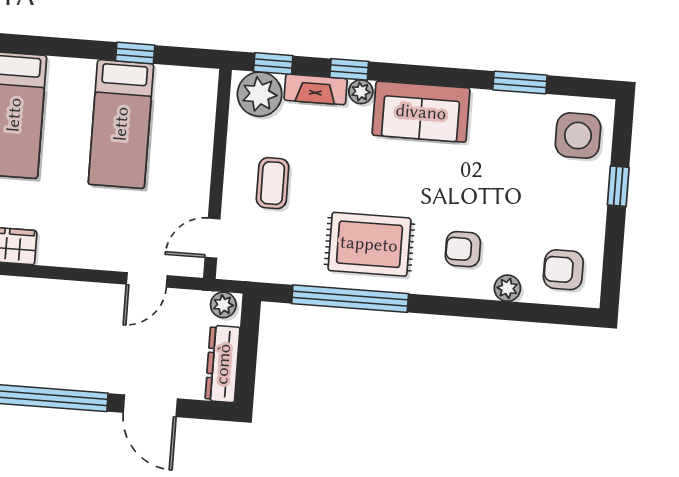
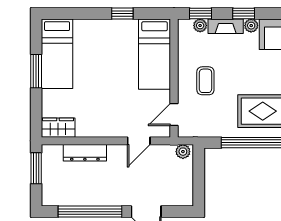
plant: (260, 94) -> (200, 25), width x0.53, depth x0.53
bed: (121, 124) -> (155, 54), moved
dresser: (223, 364) -> (85, 153), moved, turned -90

